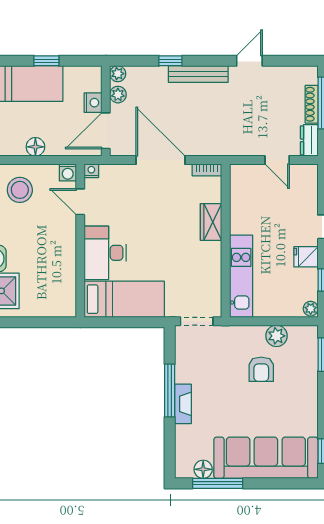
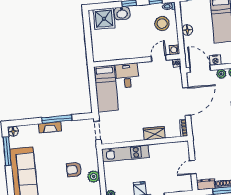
desk: (105, 253) -> (127, 76), width x0.73
floor lamp: (203, 469) -> (13, 131), moved

